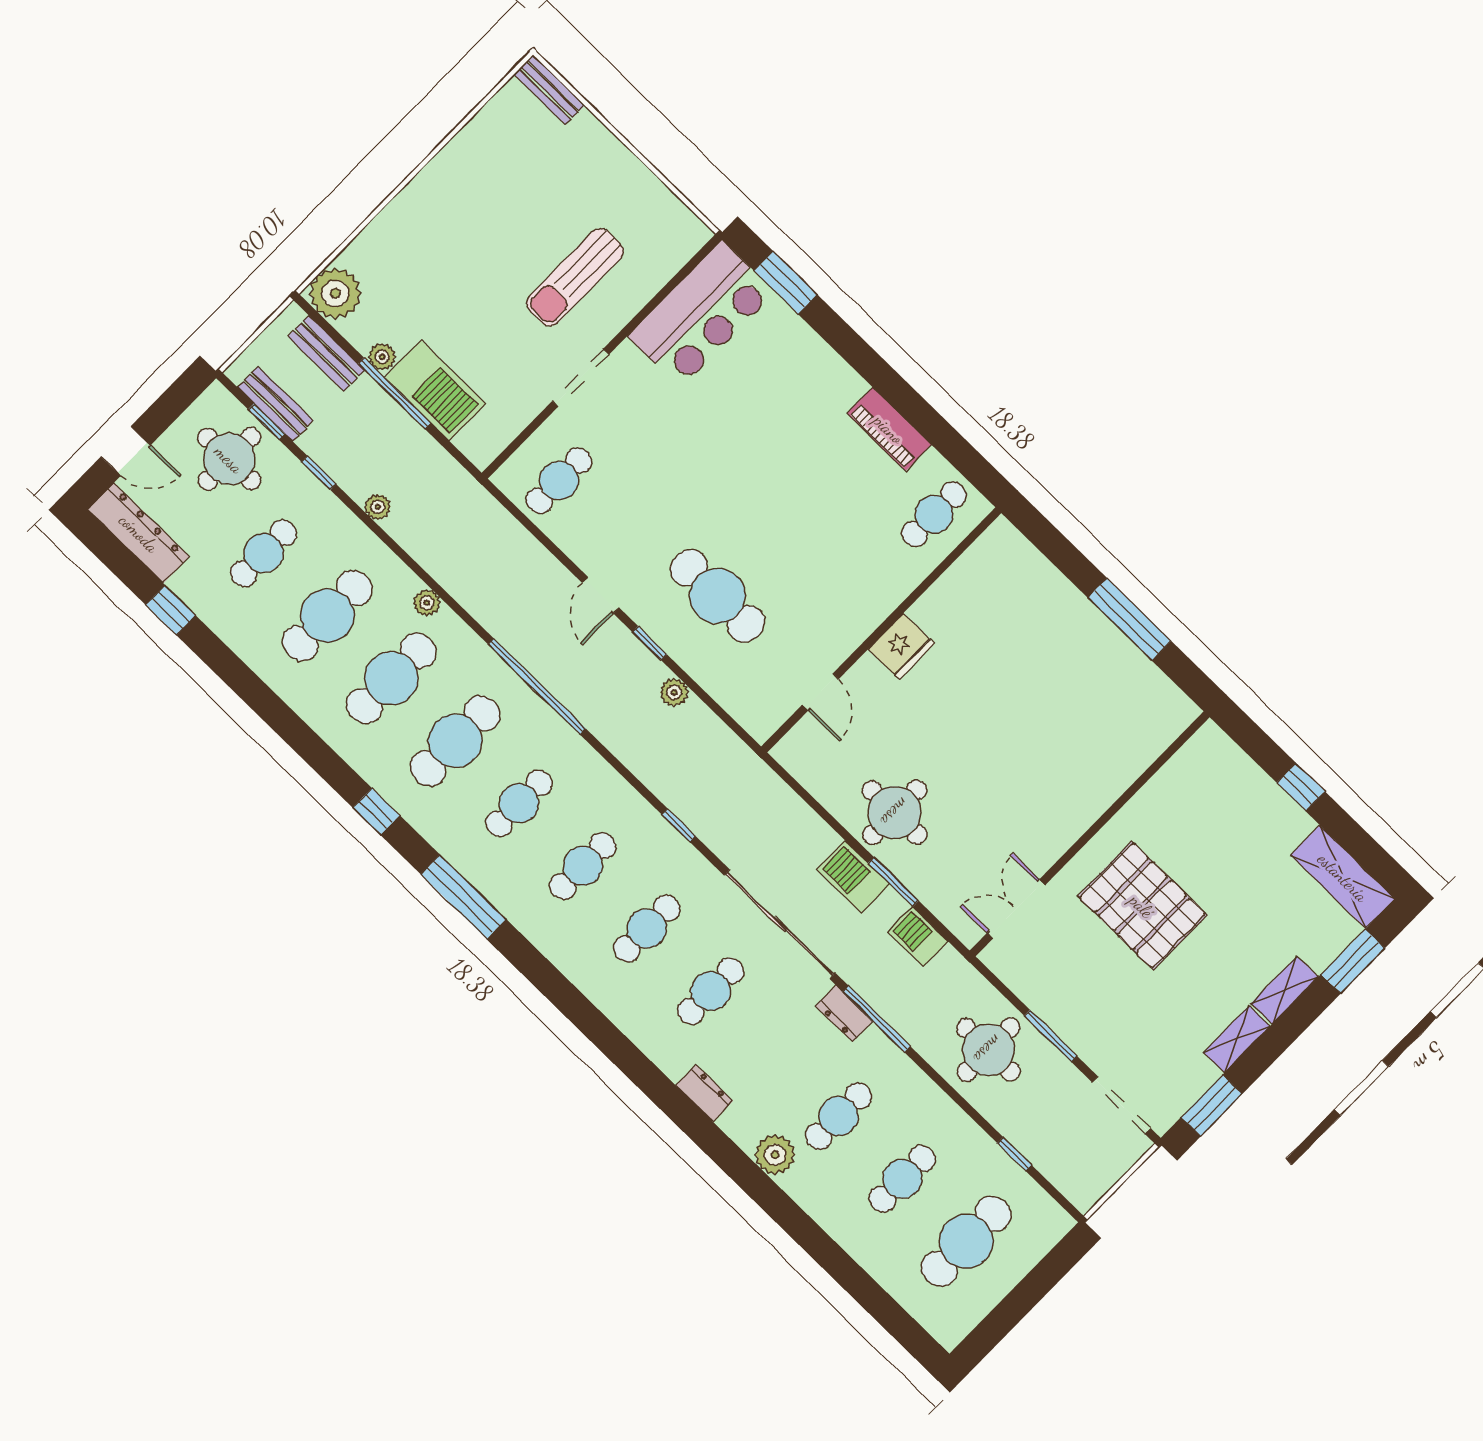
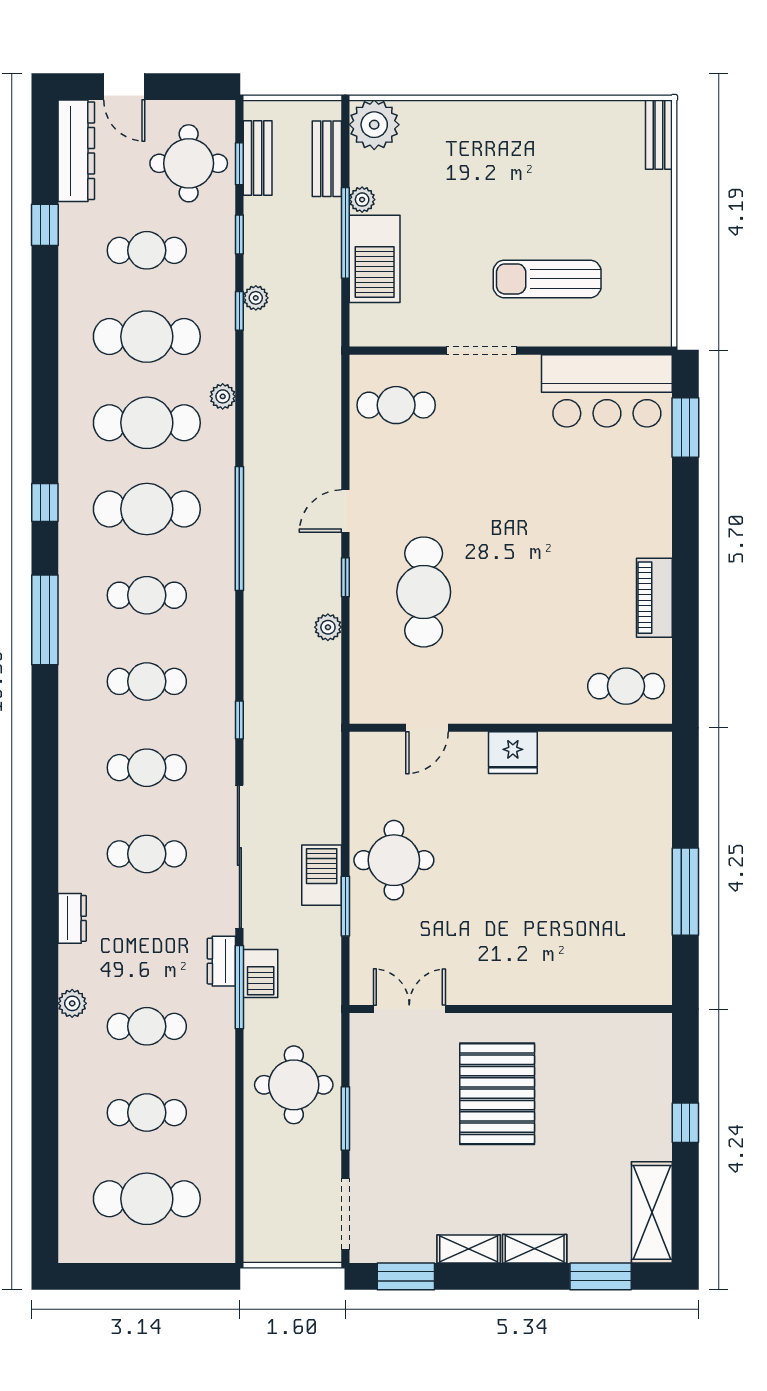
barbecue: (918, 937) -> (261, 974), moved, turned 180
window: (1015, 1154) -> (239, 311), moved
plant: (775, 1155) -> (72, 1003), width x0.73, depth x0.73

